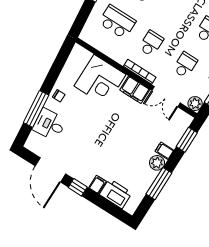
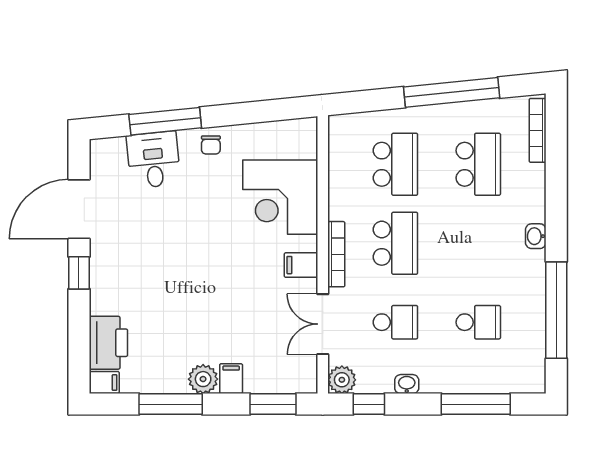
school desk: (151, 43) -> (395, 243), width x1.85
filing cabinet: (135, 90) -> (301, 265), width x0.50
filing cabinet: (97, 185) -> (104, 383), moved

